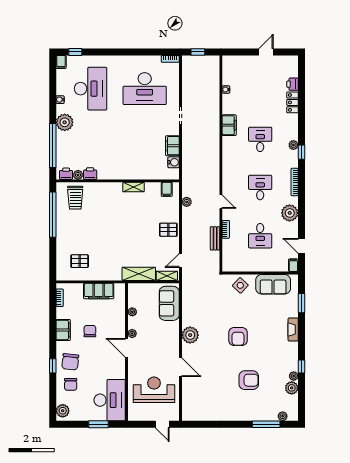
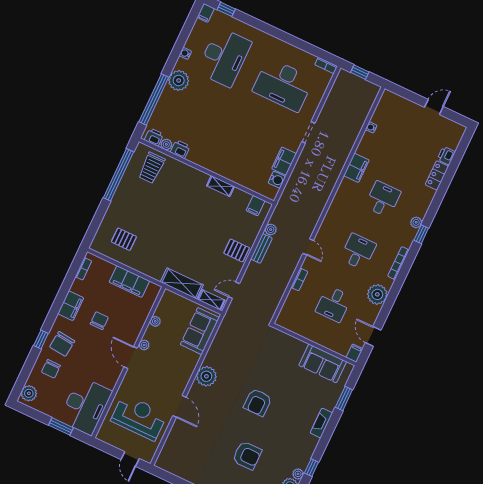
bench: (215, 238) -> (261, 248), moved
side table: (240, 285) -> (286, 348), removed

